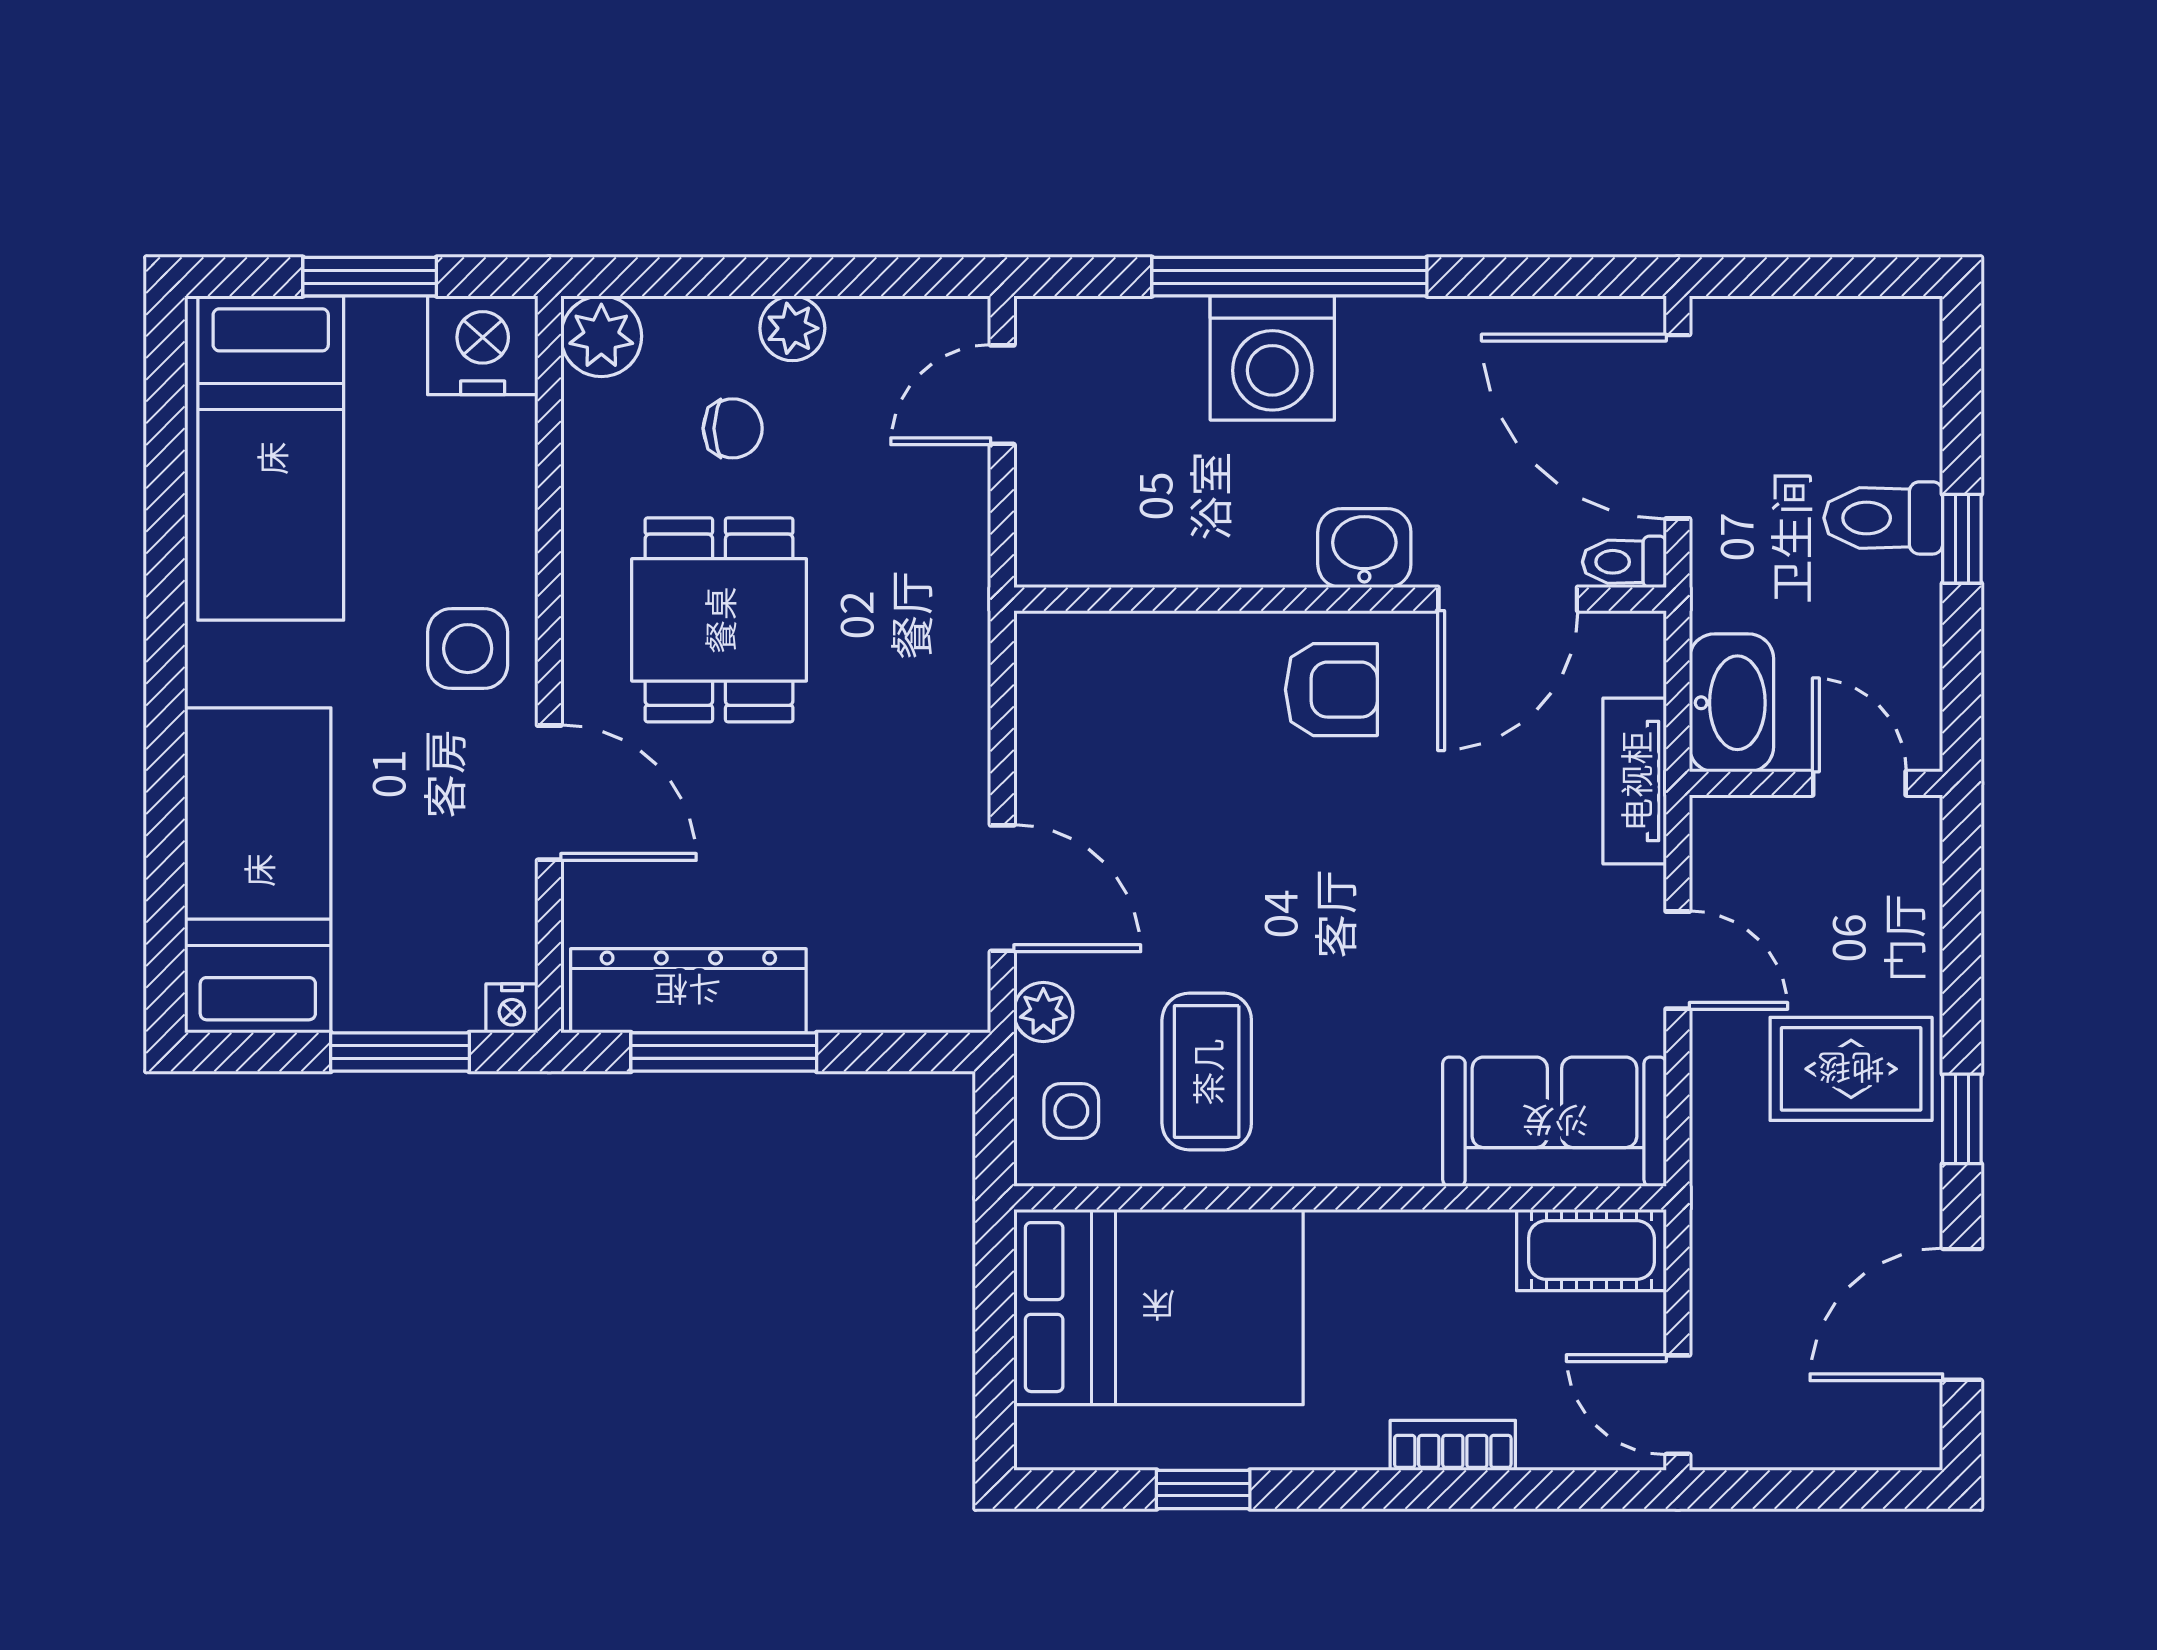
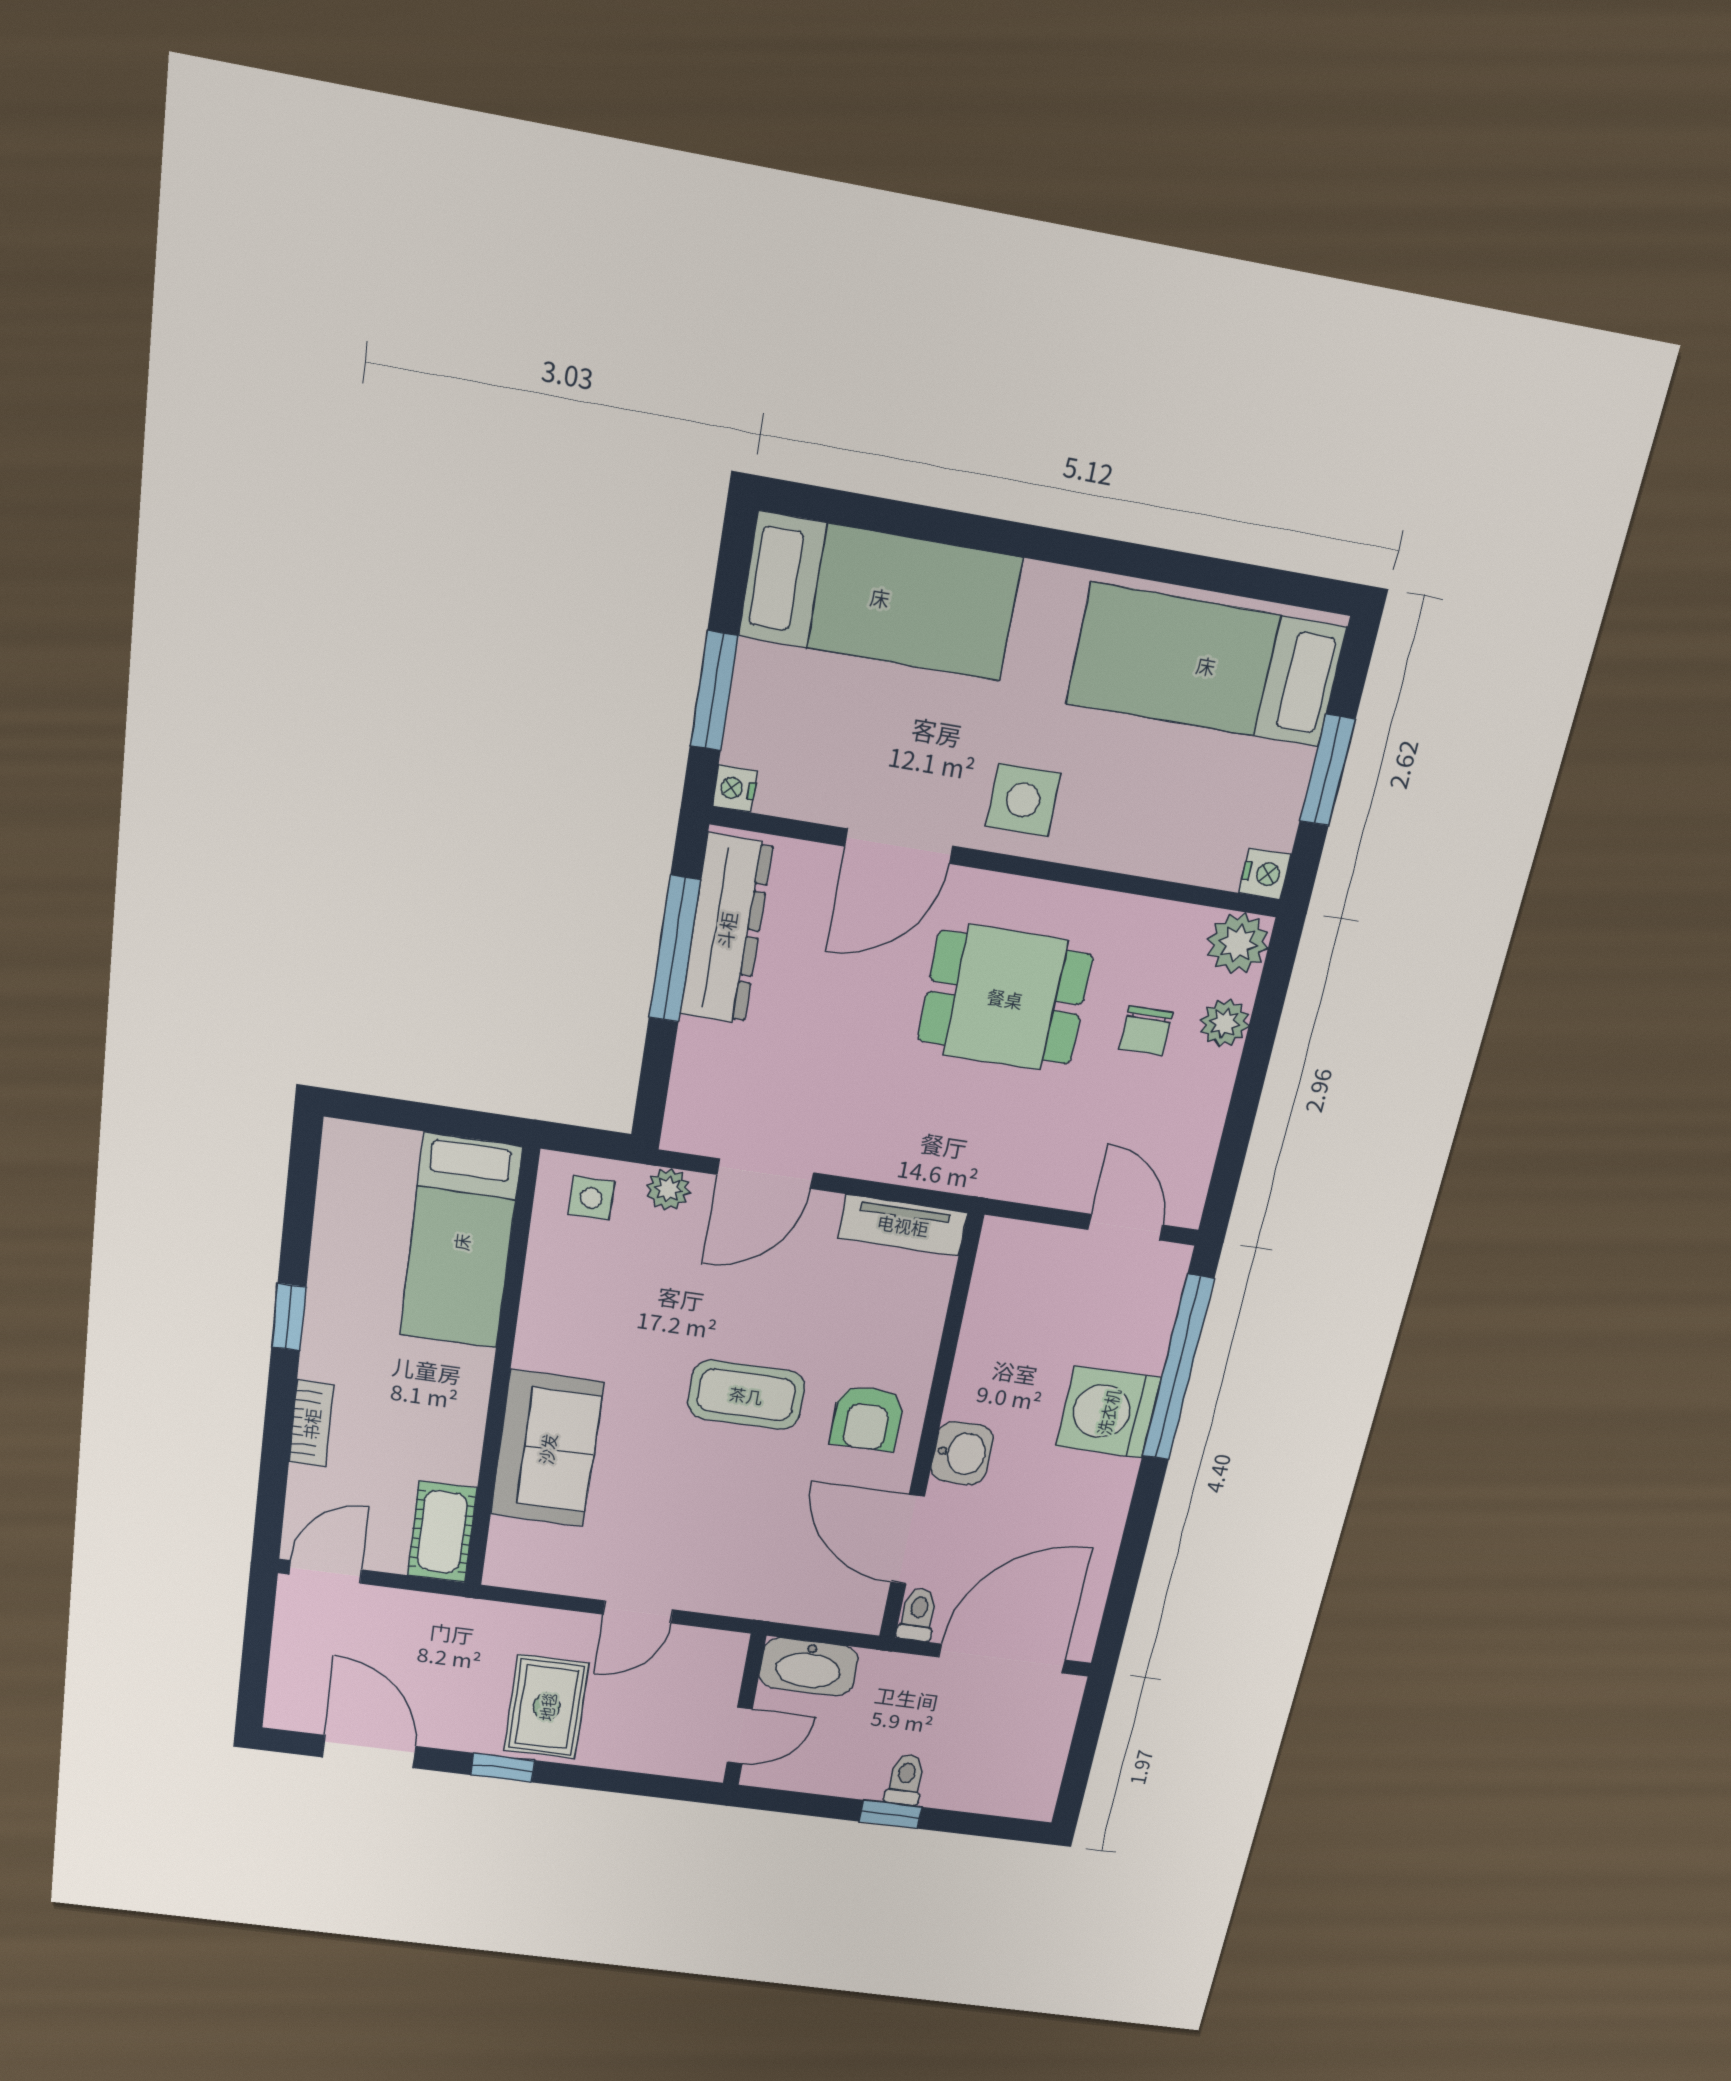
window: (1289, 277) -> (1178, 1368), moved
plant: (792, 328) -> (1225, 1023), moved
nightstand: (483, 345) -> (1265, 874), width x0.53, depth x0.56
toilet: (1883, 518) -> (905, 1780), width x0.73, depth x0.72
tv unit: (1635, 781) -> (903, 1225), moved, turned 180
coffee table: (1207, 1072) -> (746, 1395), moved
sofa: (1555, 1122) -> (547, 1449), moved
bed: (1158, 1307) -> (461, 1242), width x0.67
window: (1203, 1490) -> (289, 1317), moved

